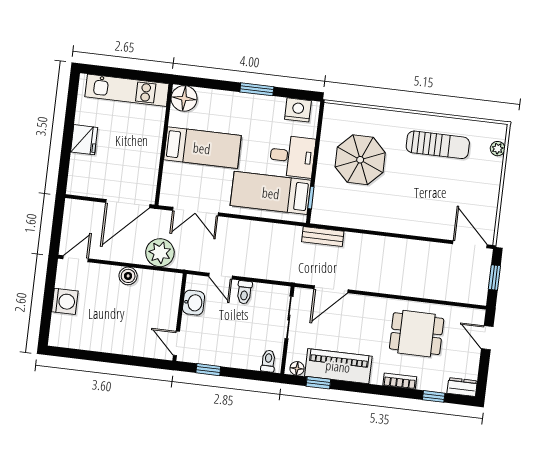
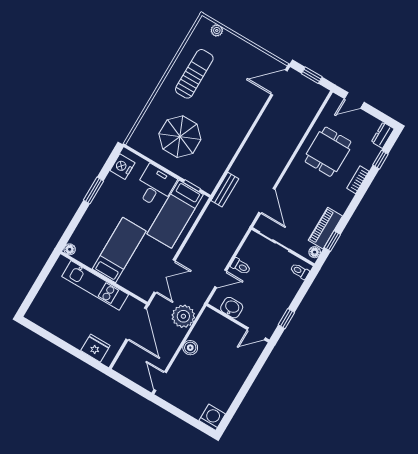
kitchen unit: (127, 90) -> (95, 285), moved, turned 90
floor lamp: (184, 98) -> (70, 249), width x0.53, depth x0.53
fridge: (84, 140) -> (95, 348), moved
washing machine: (65, 301) -> (212, 417), moved
piano: (338, 366) -> (325, 228), width x0.73, depth x0.75

